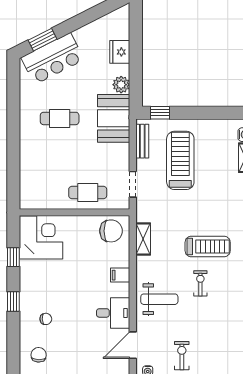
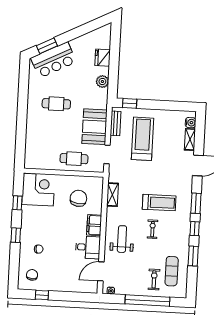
booth: (114, 118) -> (95, 127), moved
chair: (111, 231) -> (78, 198), moved, turned -82
filing cabinet: (120, 275) -> (94, 225), width x2.00
weight bench: (159, 299) -> (122, 239), turned -90
exercise mat: (230, 340) -> (172, 271), added
exercise bike: (182, 356) -> (154, 279), moved

